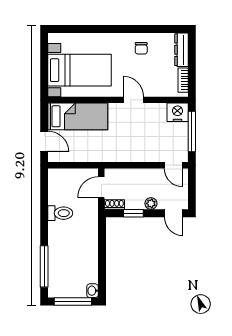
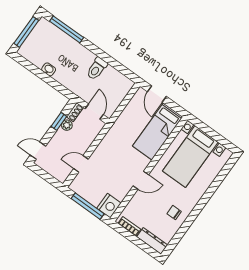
door: (44, 142) -> (157, 94), hinge flipped
door: (173, 165) -> (81, 164), moved
plant: (151, 203) -> (67, 125), moved
washbasin: (93, 291) -> (49, 69), moved

